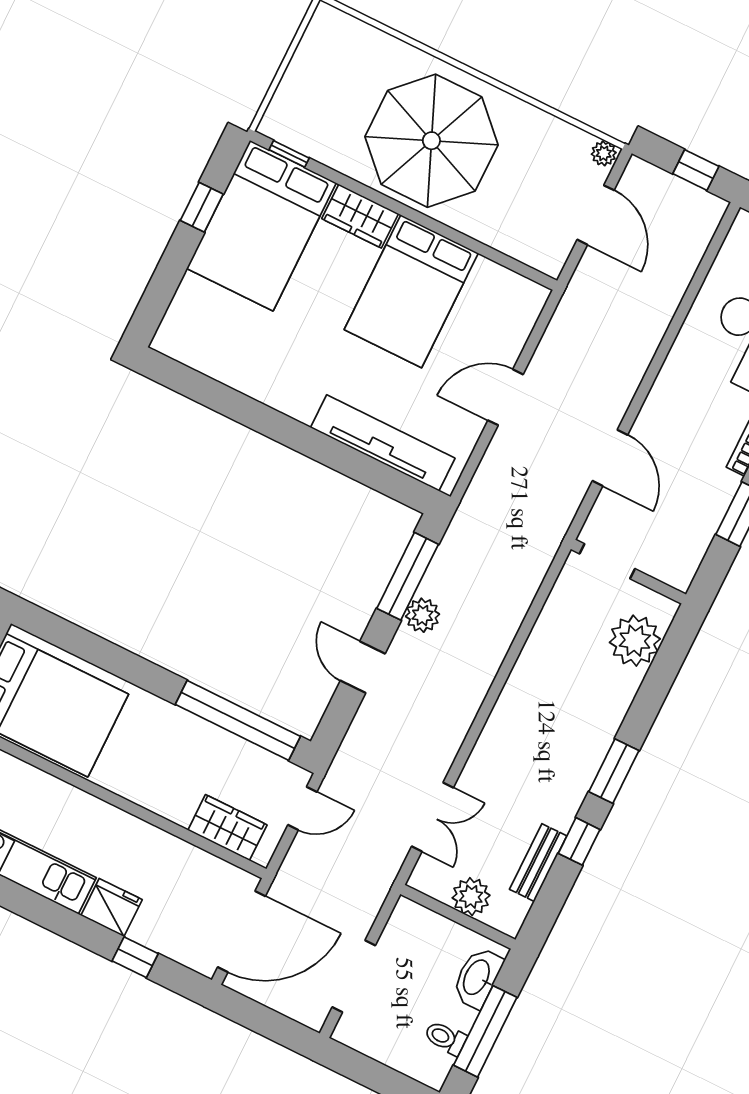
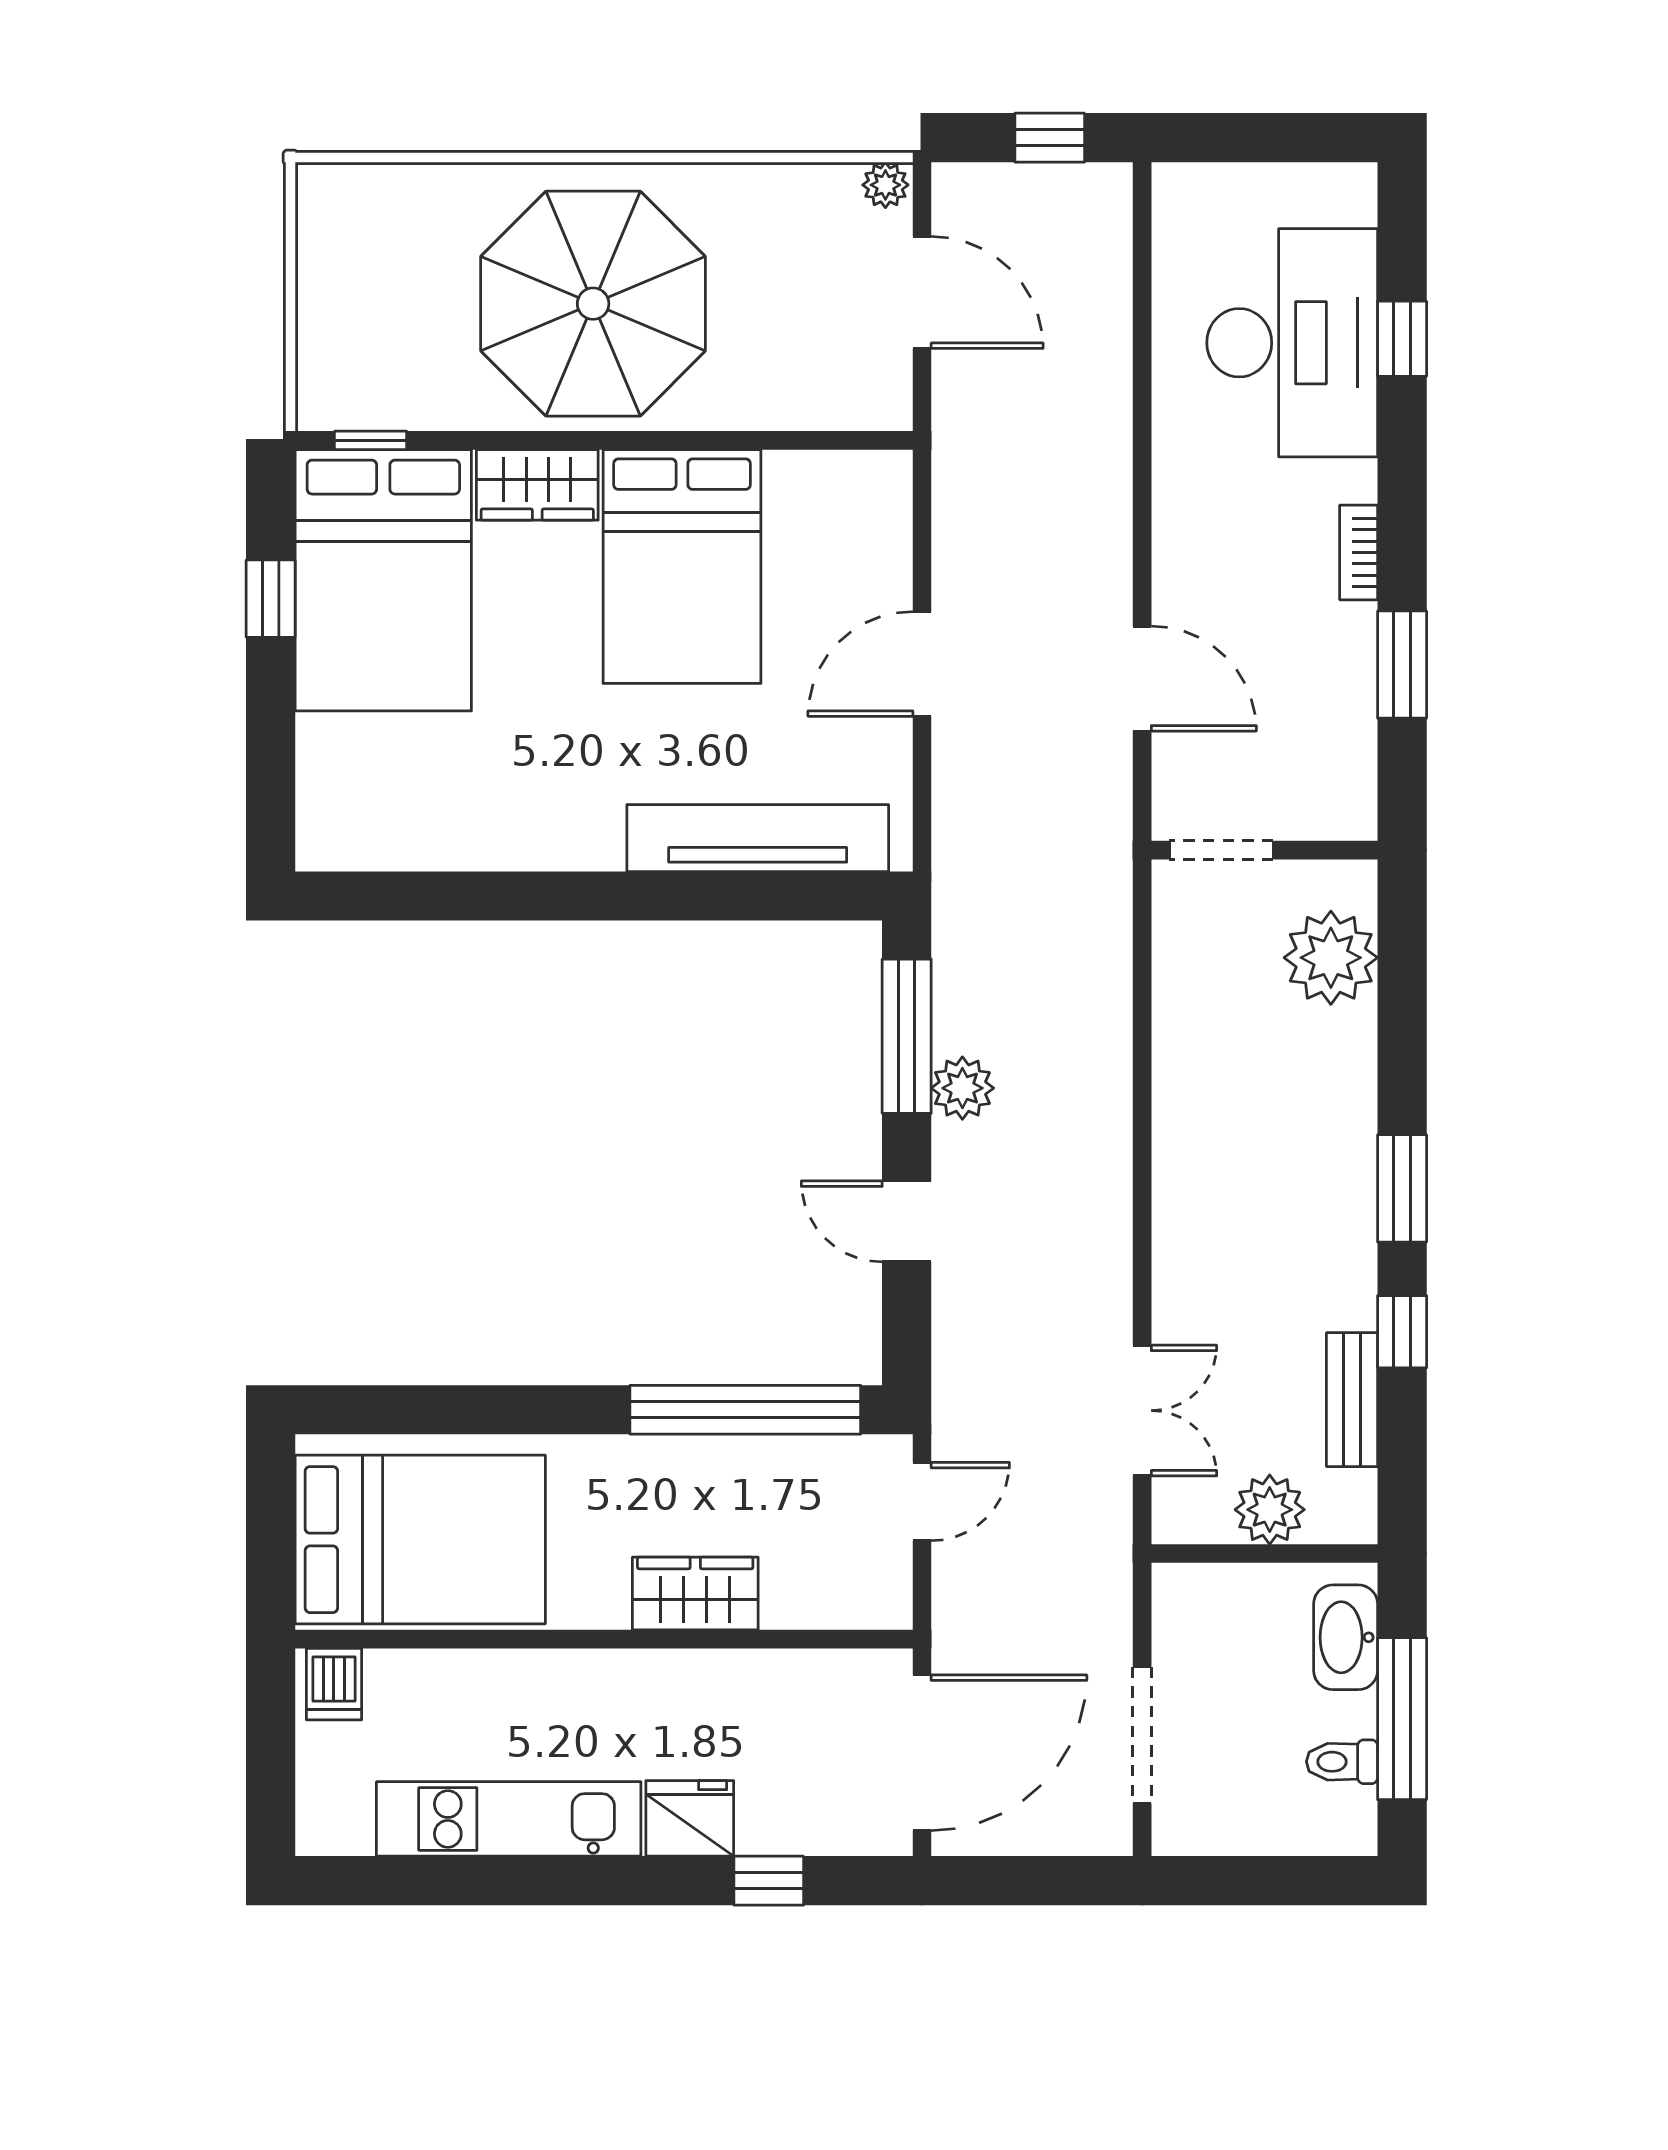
wardrobe: (227, 827) -> (695, 1594), moved

